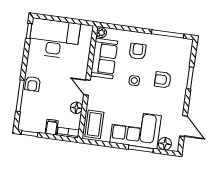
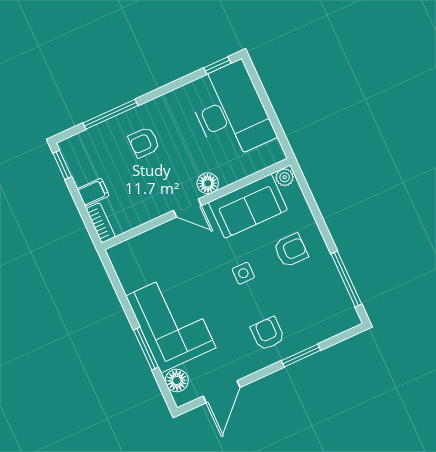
armchair: (163, 80) -> (268, 334), moved
armchair: (33, 84) -> (144, 142), moved
door: (87, 87) -> (187, 208), swing flipped
floor lamp: (76, 108) -> (208, 183), moved
coffee table: (94, 124) -> (138, 254), removed

